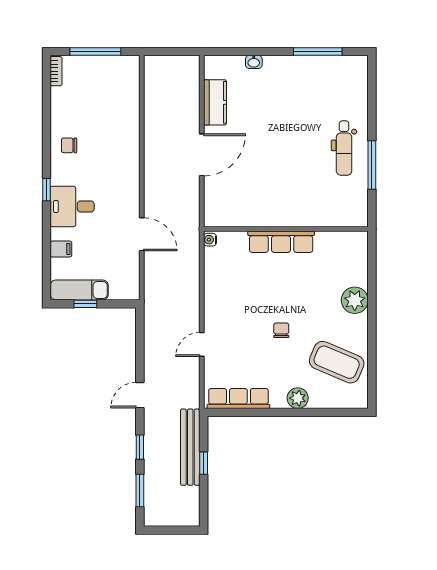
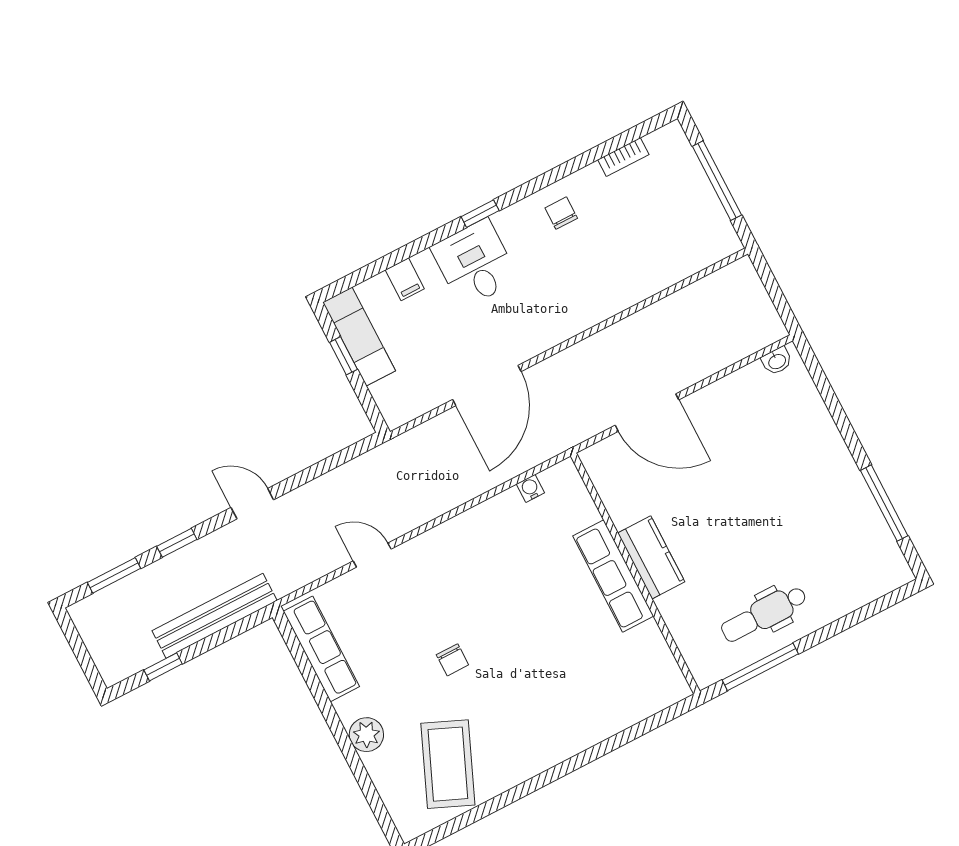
washbasin: (254, 62) -> (777, 361), moved, turned -90
bookcase: (56, 71) -> (623, 157), moved
kitchen counter: (215, 102) -> (651, 557), moved, turned -90
wall: (286, 229) -> (635, 573), moved
door: (142, 234) -> (487, 385), width x1.36
row of seats: (281, 242) -> (613, 576), moved
plant: (355, 300) -> (551, 744), removed
chair: (281, 330) -> (452, 660), turned 90
window: (204, 463) -> (163, 667), moved

